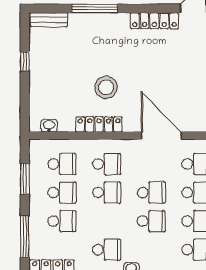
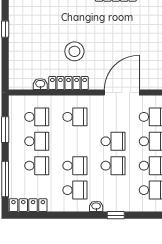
washbasin: (49, 126) -> (40, 84), moved
door: (161, 136) -> (122, 93), hinge flipped
school desk: (107, 193) -> (75, 166), moved

